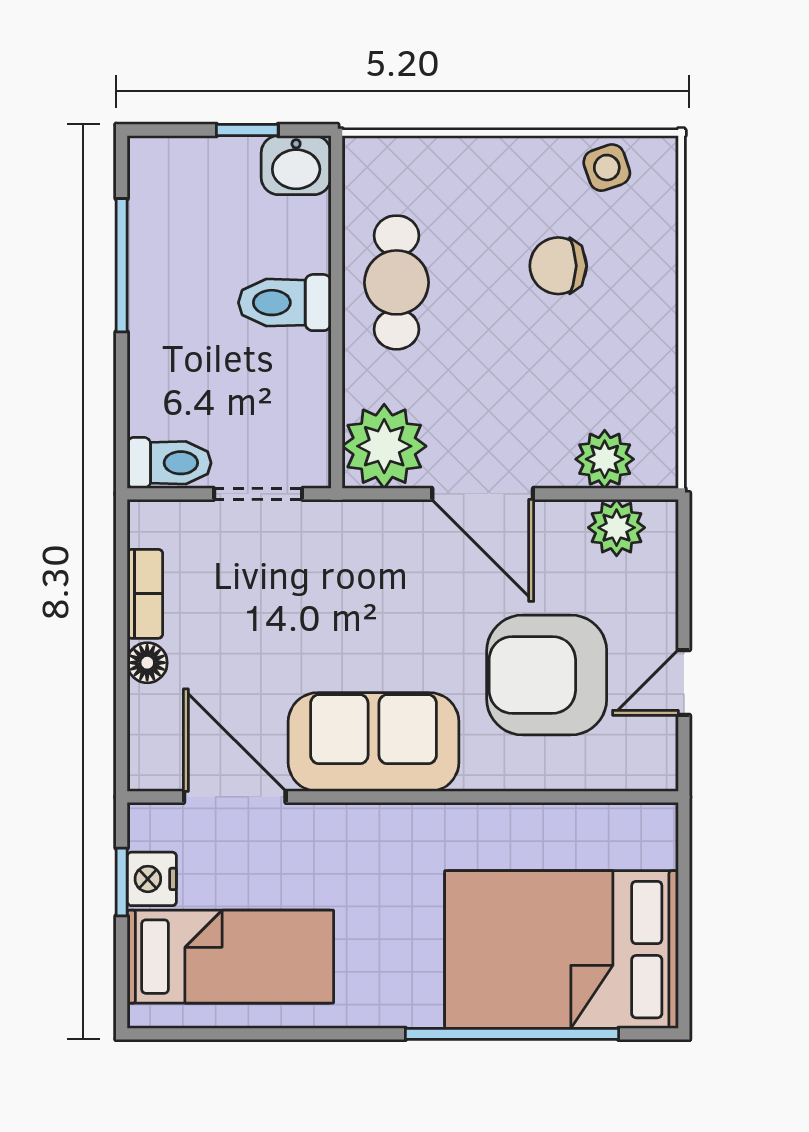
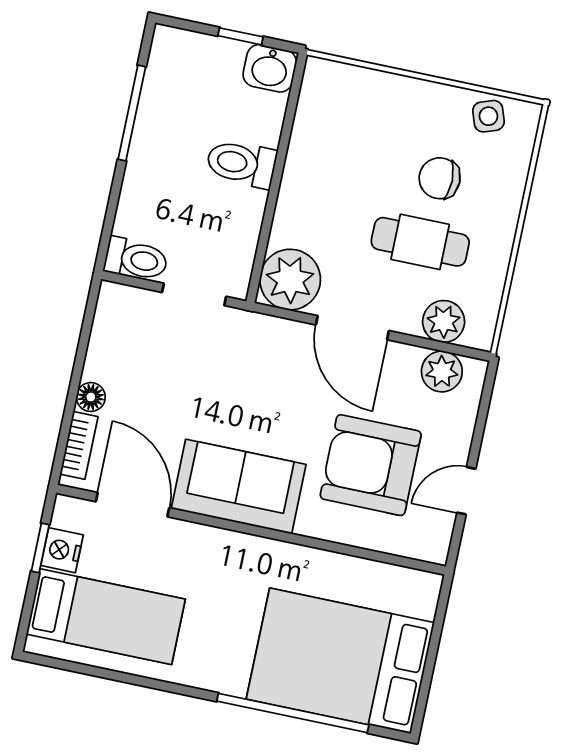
cafe table: (397, 282) -> (420, 242), moved, turned 90
bookcase: (145, 594) -> (79, 445), moved

